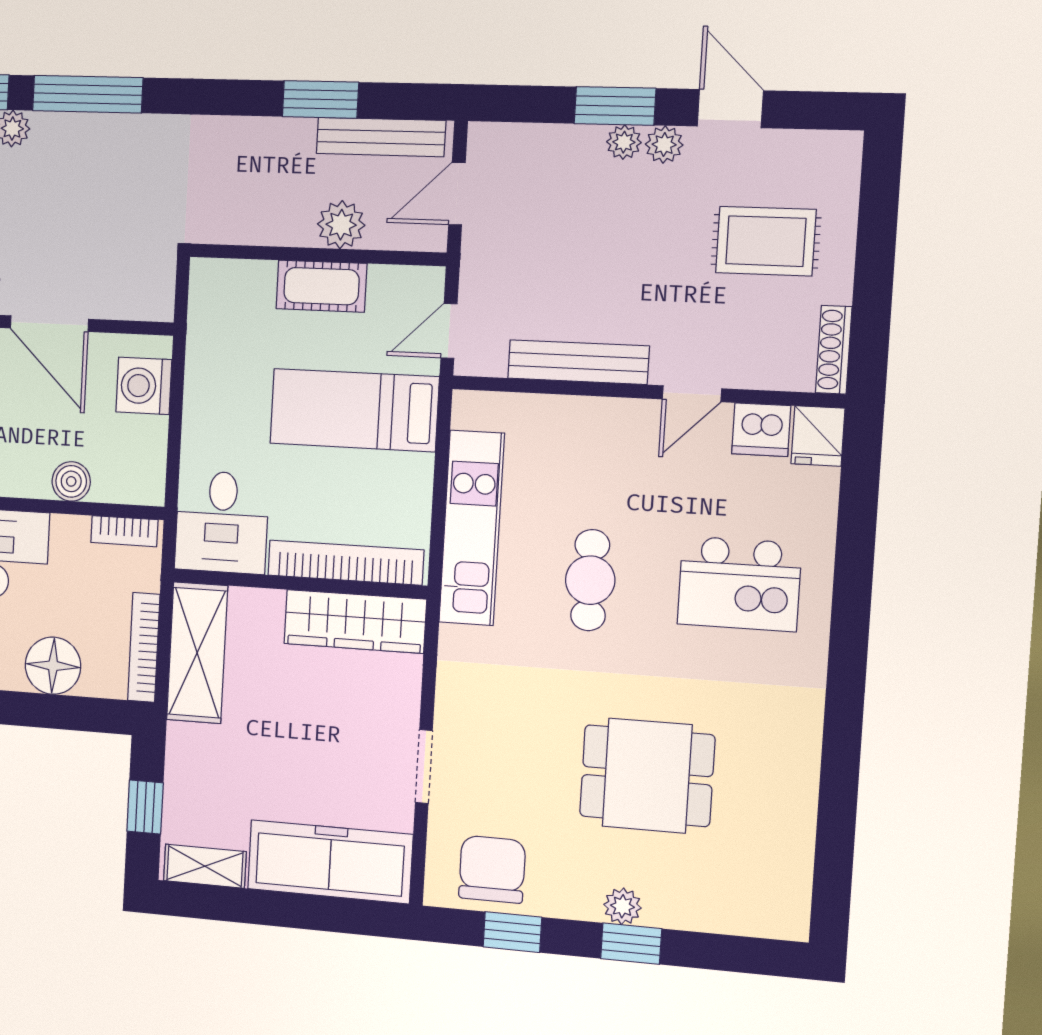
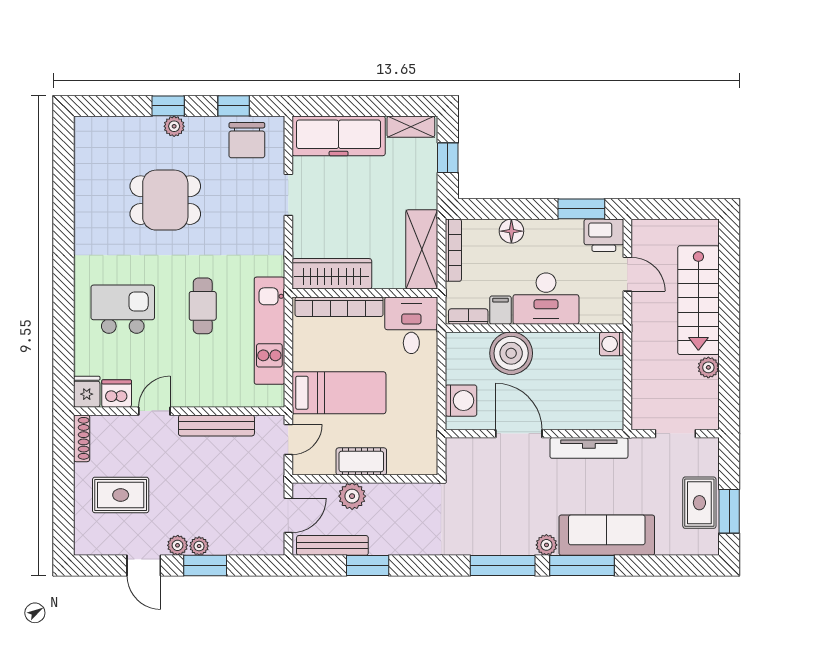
boiler: (71, 481) -> (511, 353), width x1.86, depth x1.86
filing cabinet: (70, 539) -> (500, 310), added
floor lamp: (53, 666) -> (511, 231), width x0.73, depth x0.73

